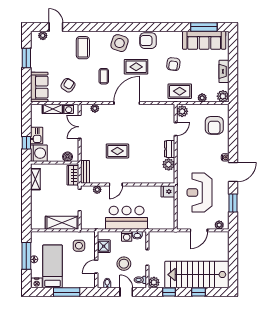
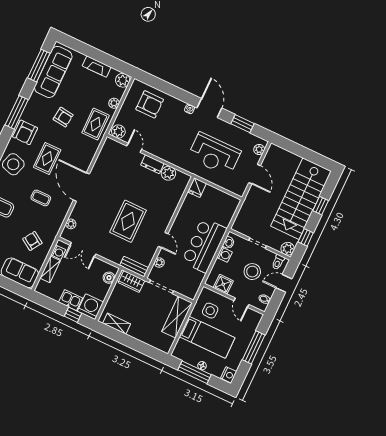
window: (160, 27) -> (17, 112), added
rug: (117, 151) -> (128, 221), width x1.36, depth x1.43
bed: (53, 266) -> (207, 337), moved, turned 180

